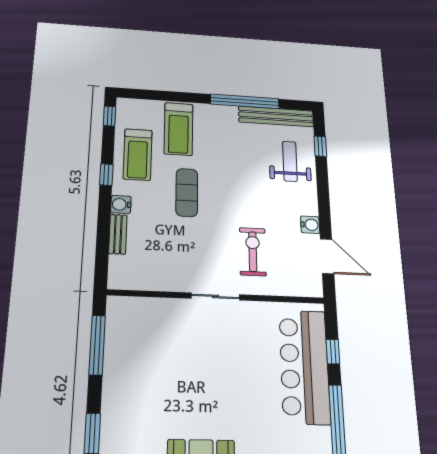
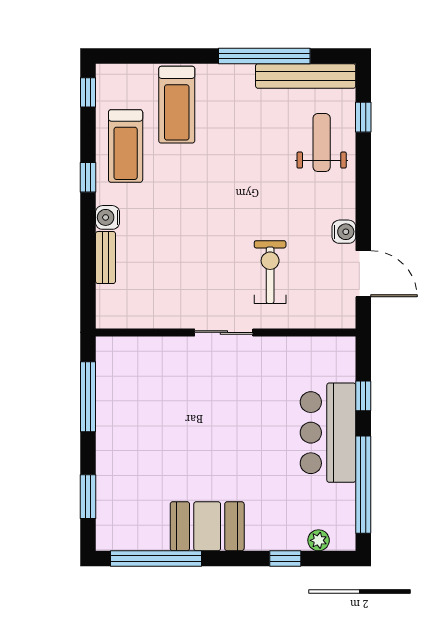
exercise mat: (187, 192) -> (188, 196), removed
bar counter: (304, 366) -> (328, 433), width x0.73

